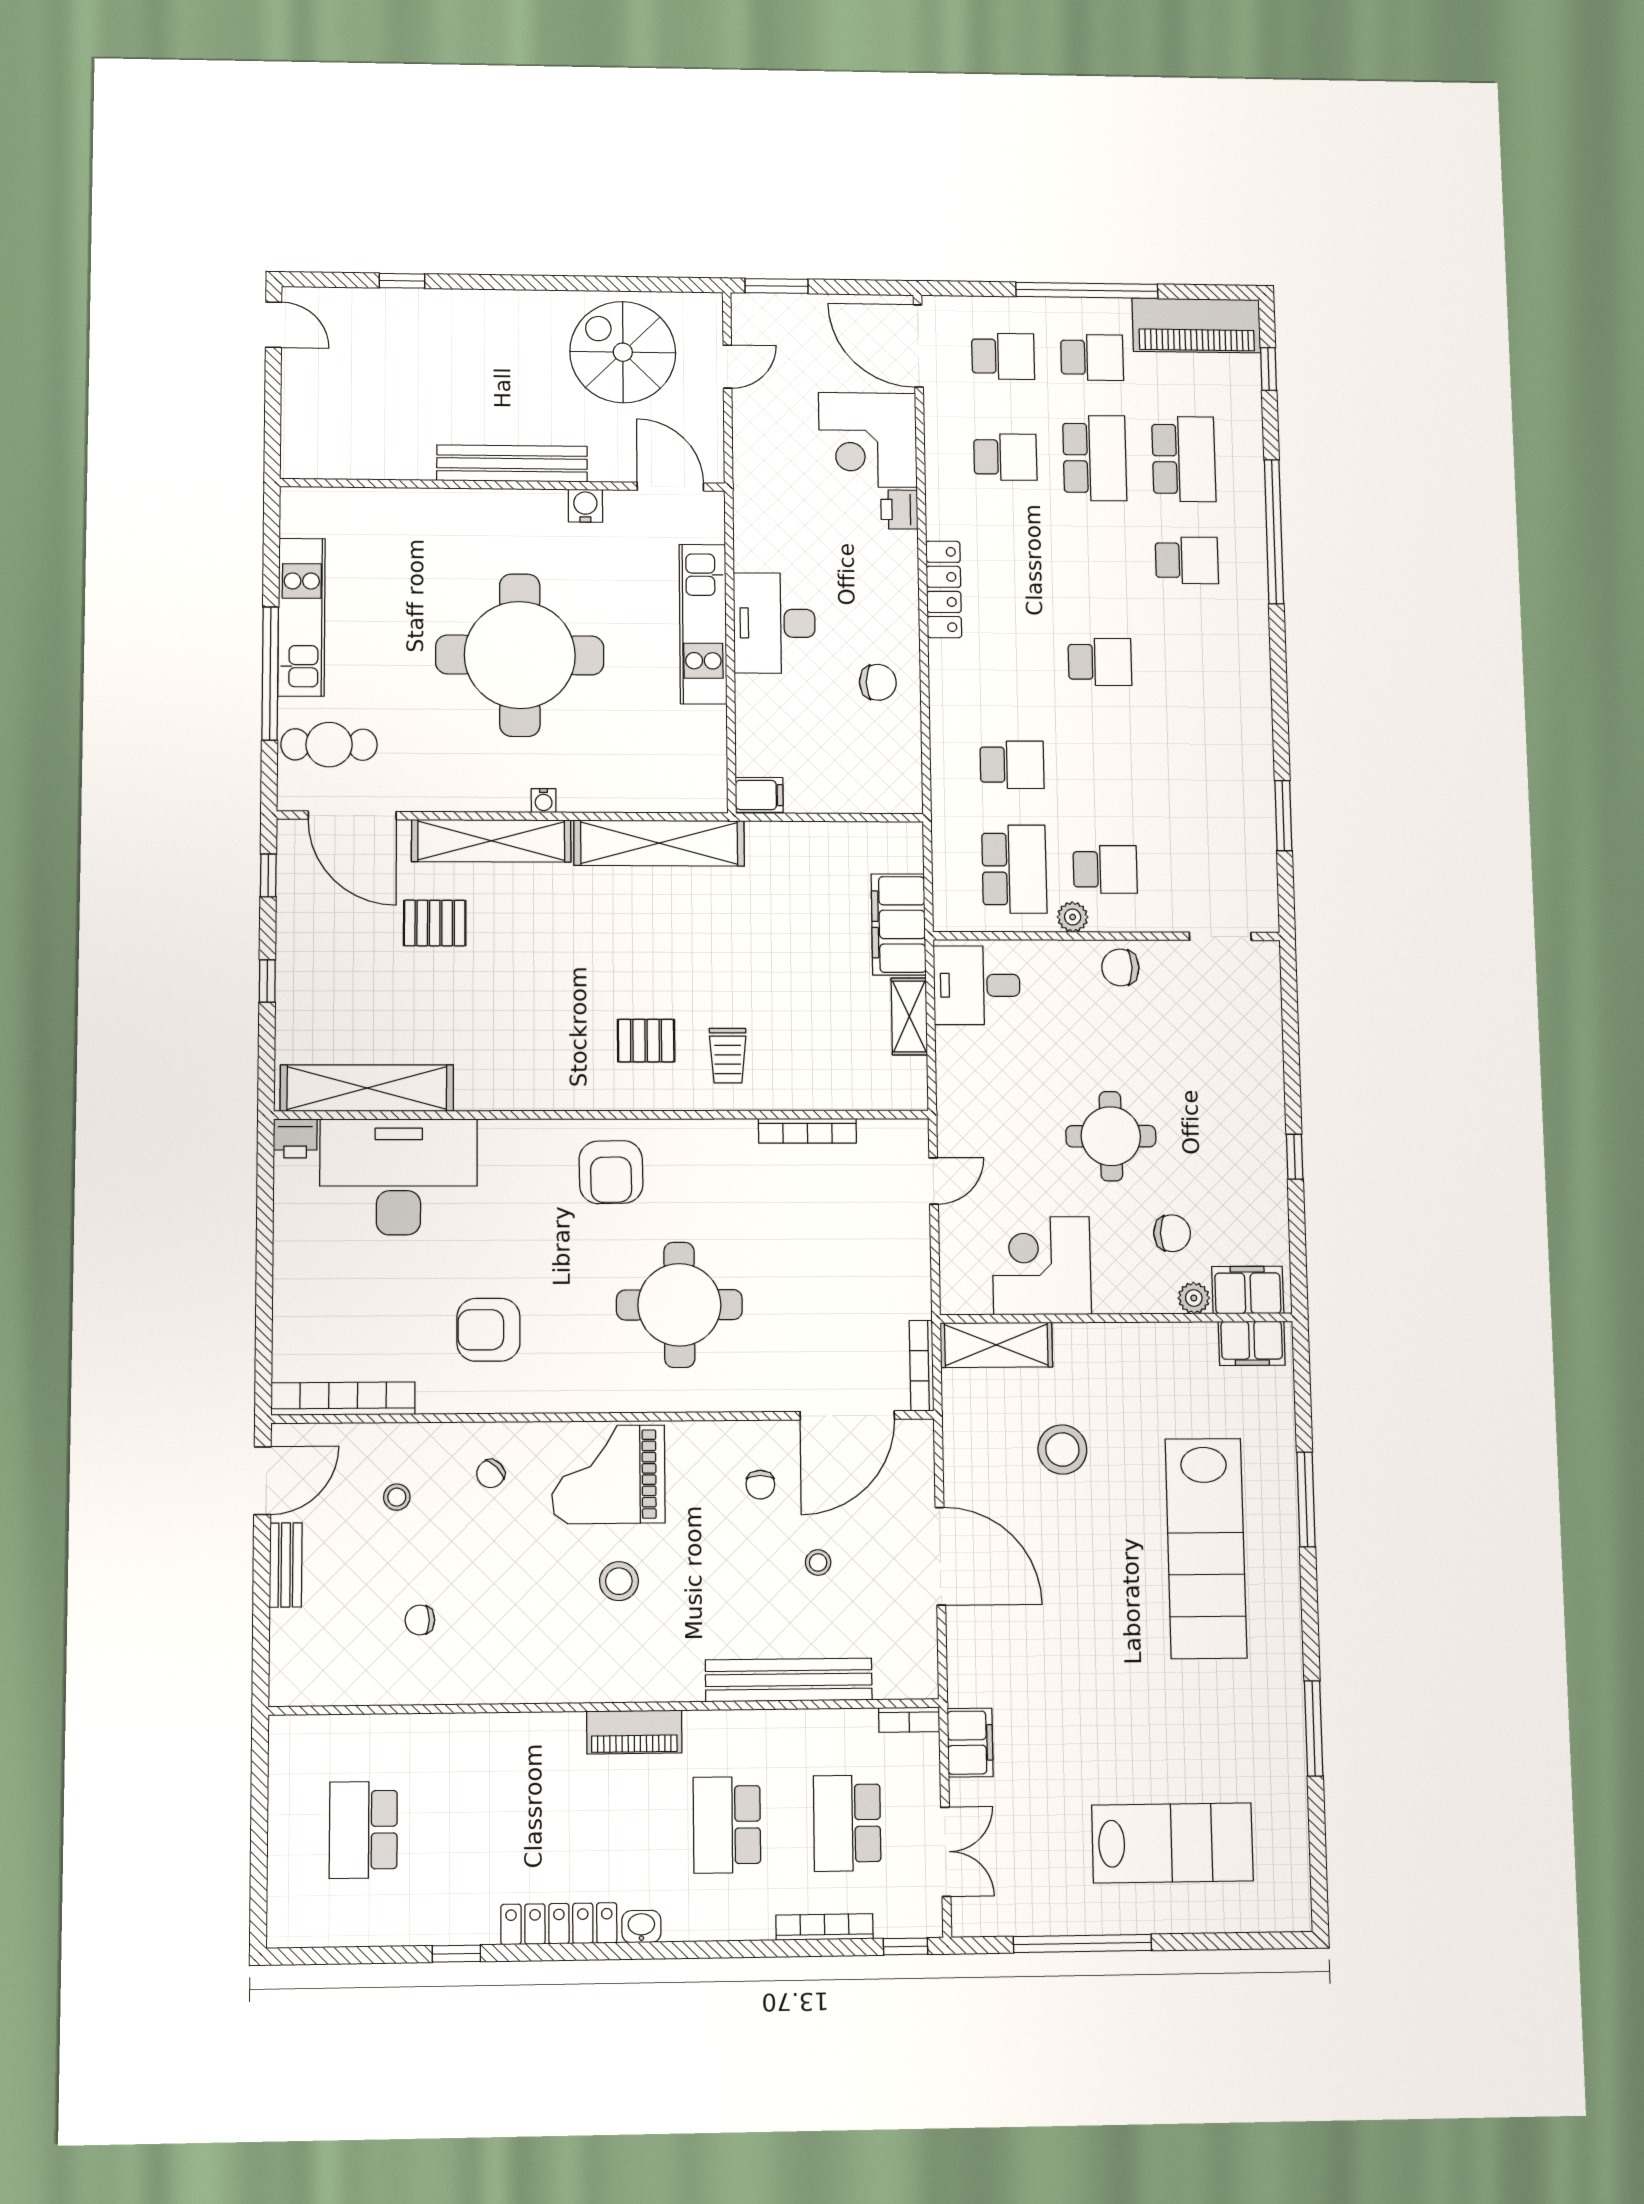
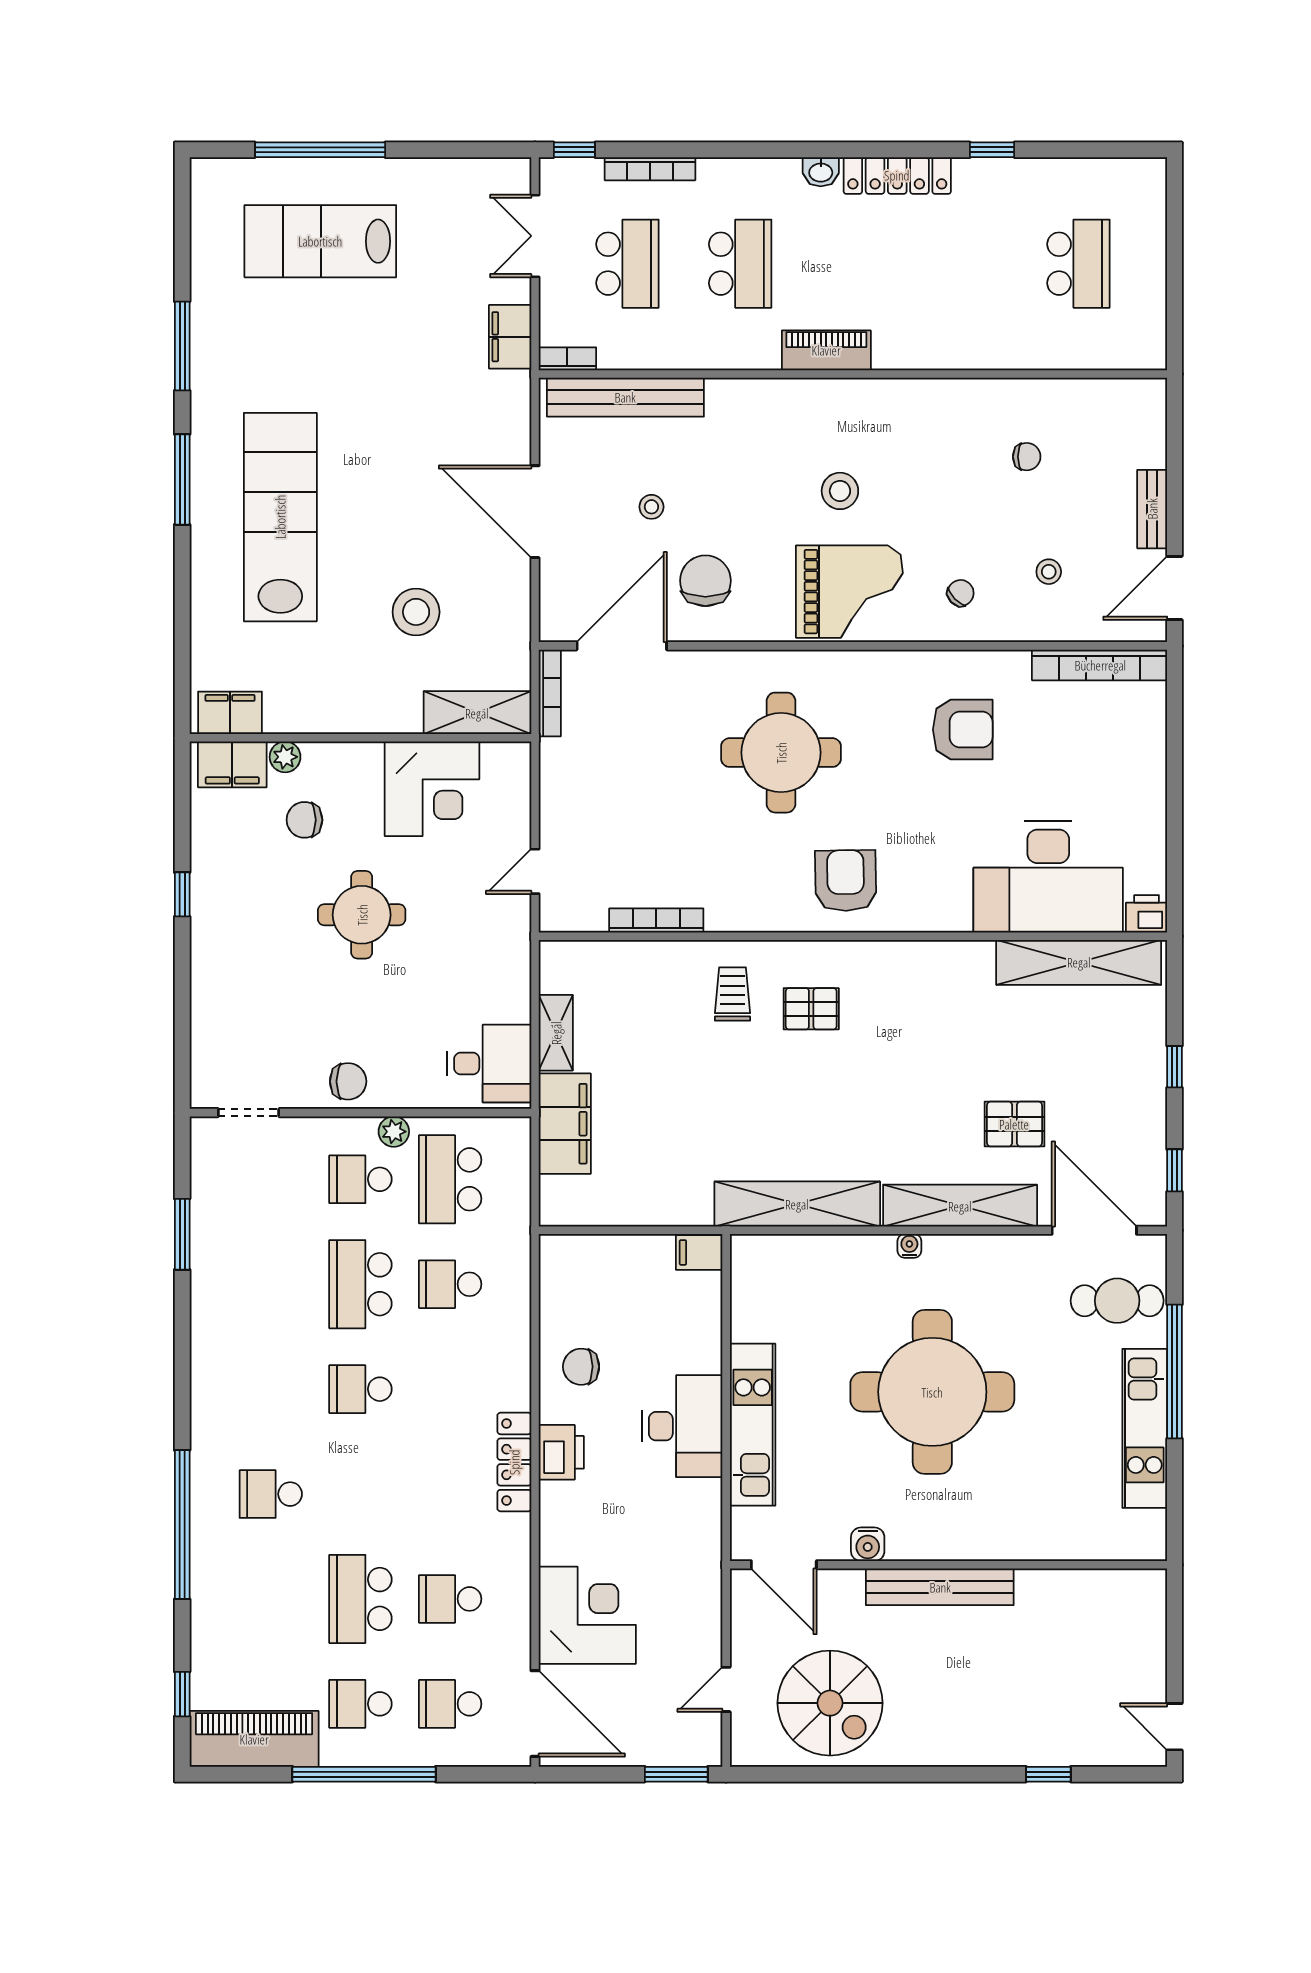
school desk: (1184, 459) -> (360, 1284), moved
printer: (899, 510) -> (561, 1452), moved, width x1.36, depth x1.24
chair: (760, 1485) -> (705, 581), width x1.87, depth x1.87
window: (1306, 1499) -> (182, 479), moved
bench: (789, 1680) -> (625, 397), moved
window: (1082, 1944) -> (320, 150), moved

